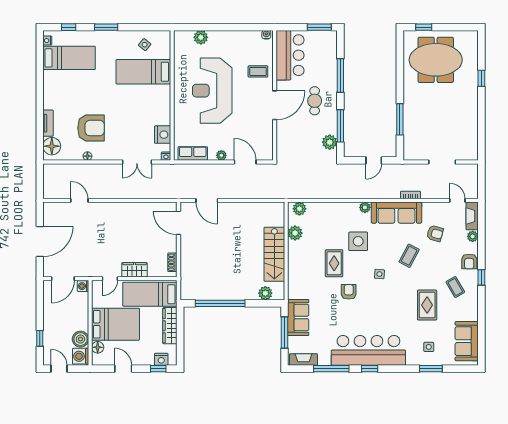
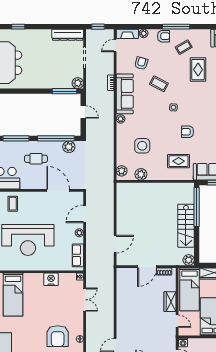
door: (275, 105) -> (58, 190), moved
window: (400, 119) -> (65, 91), moved
window: (340, 126) -> (56, 138), width x1.46
armchair: (91, 128) -> (58, 336), turned 180
nightstand: (163, 135) -> (51, 279), moved
dresser: (471, 141) -> (68, 35), added
plant: (410, 153) -> (78, 83), added
window: (481, 179) -> (98, 27), added
door: (179, 223) -> (147, 267), moved
side table: (358, 241) -> (142, 146), moved
stairs: (274, 254) -> (186, 226), moved, turned 90
rug: (334, 263) -> (179, 161), moved
window: (481, 277) -> (176, 27), width x2.17
plant: (265, 293) -> (189, 260), moved
window: (220, 303) -> (197, 207), moved
rug: (427, 305) -> (198, 70), turned 90

